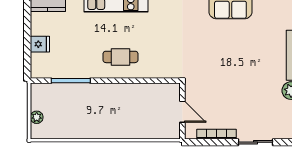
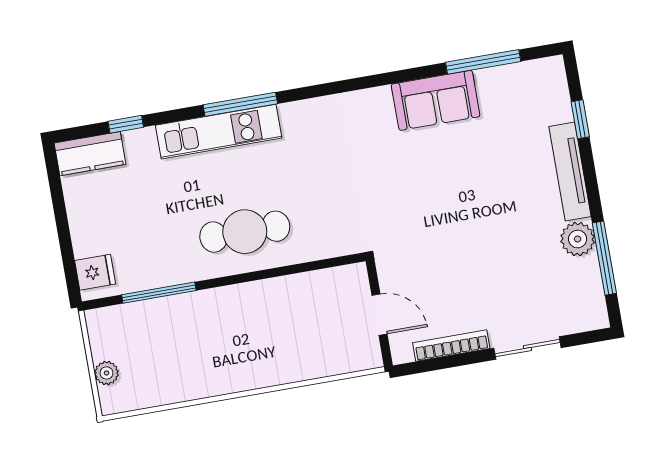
fridge: (40, 44) -> (95, 272), moved
cafe table: (120, 57) -> (245, 232), width x1.37, depth x1.35

